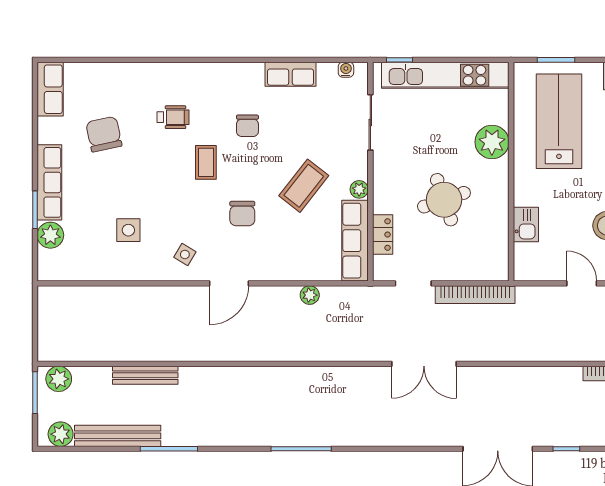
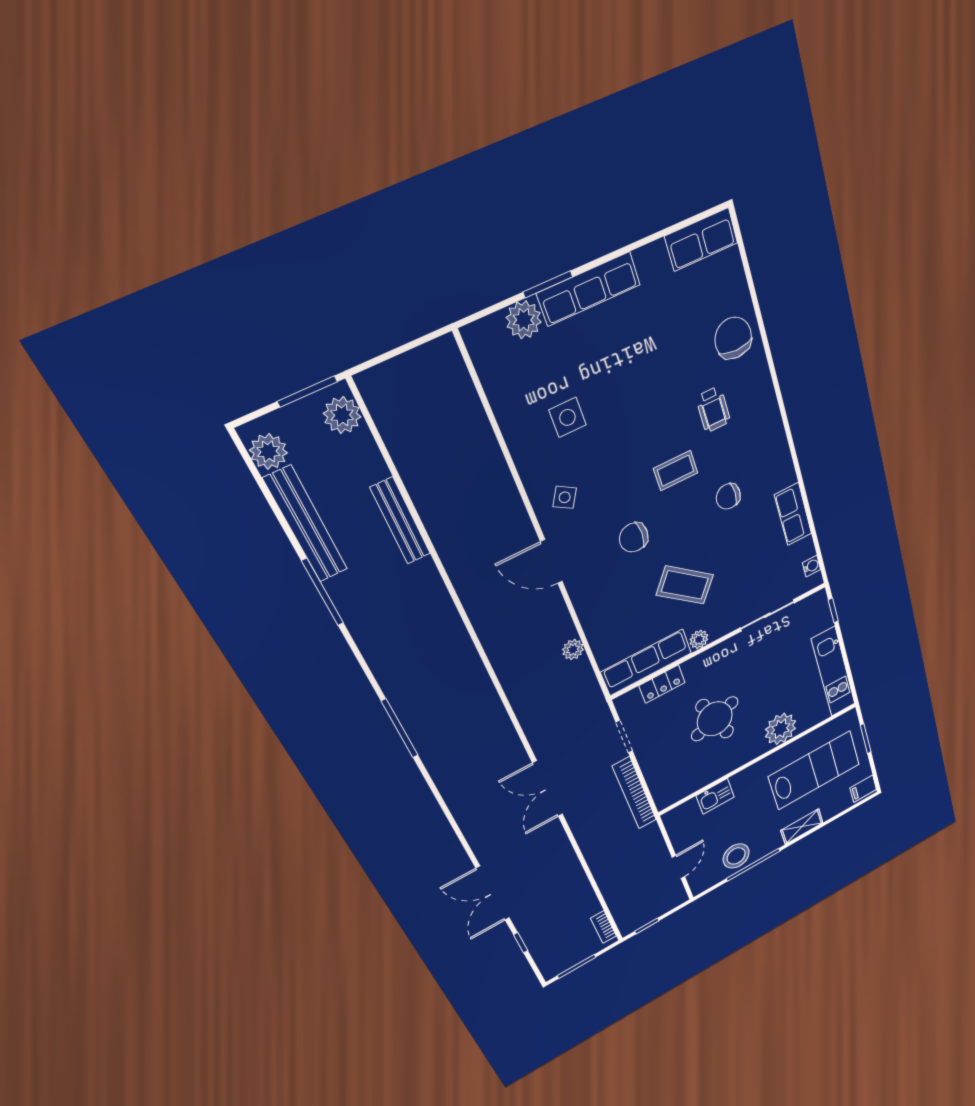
kitchen unit: (445, 75) -> (833, 672), width x0.73
chair: (104, 134) -> (733, 338), moved, turned -78

